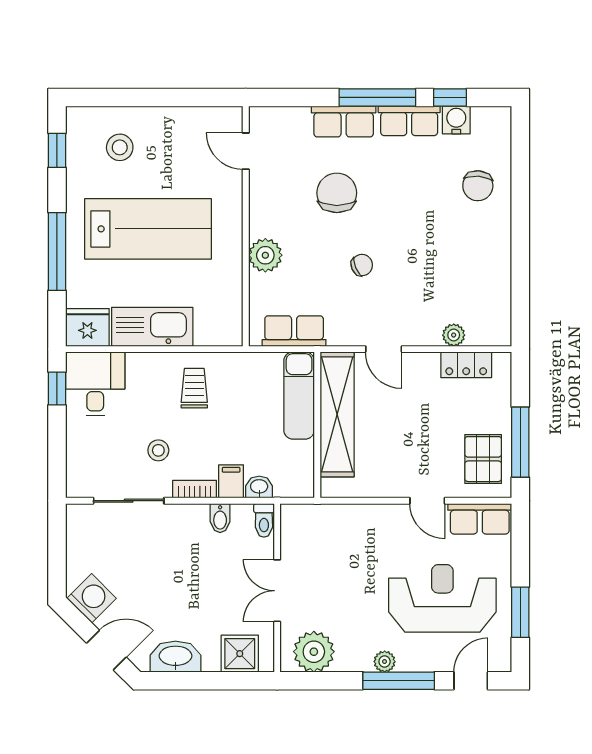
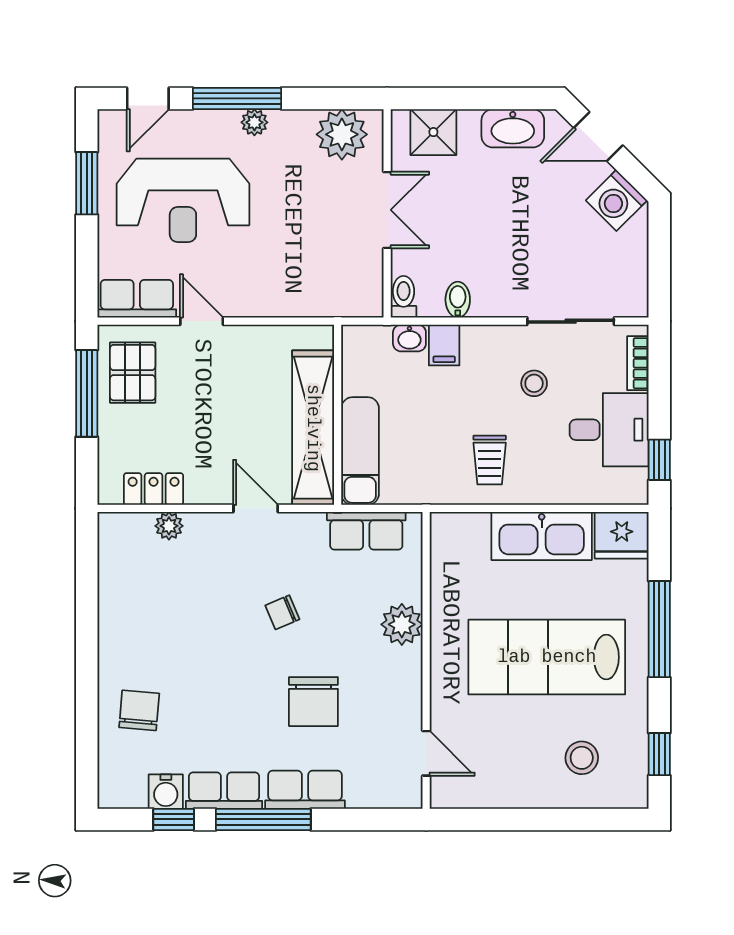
desk: (95, 384) -> (609, 430), moved, turned -90
bookcase: (195, 489) -> (638, 363), moved, turned 90

